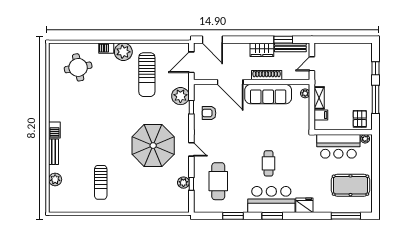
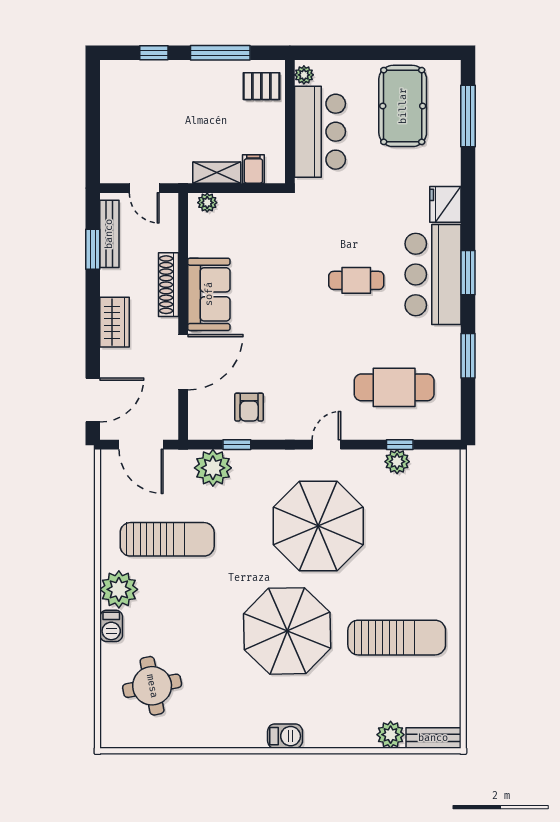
wardrobe: (262, 50) -> (114, 322), moved
sofa: (268, 94) -> (209, 294), width x0.73
parasol: (104, 131) -> (287, 631), added
bench: (54, 152) -> (433, 738), moved
sun lounger: (101, 182) -> (397, 638), width x1.36, depth x1.34

